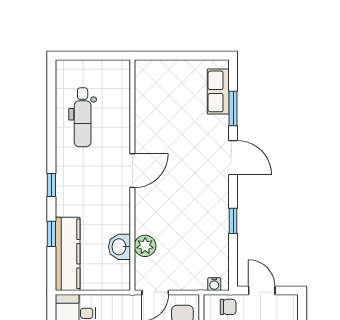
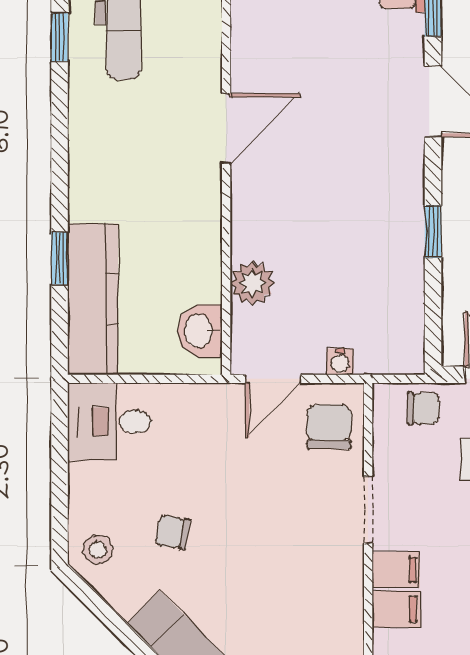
window: (51, 185) -> (60, 37), moved
washbasin: (120, 247) -> (200, 331), moved
water cooler: (214, 284) -> (340, 362), moved

